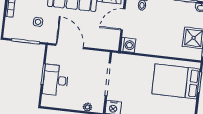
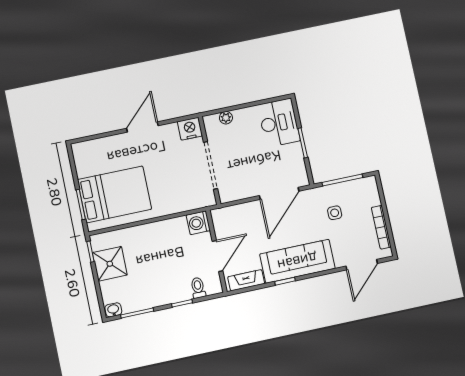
door: (70, 46) -> (279, 193), hinge flipped
desk: (56, 80) -> (279, 123), moved

